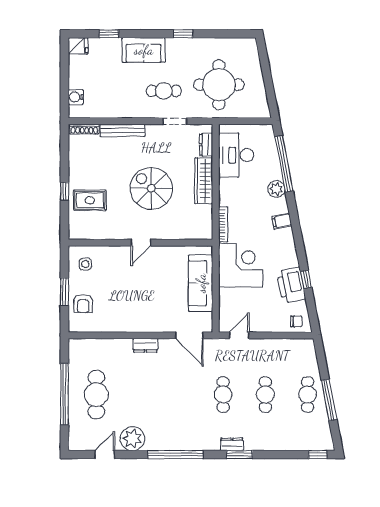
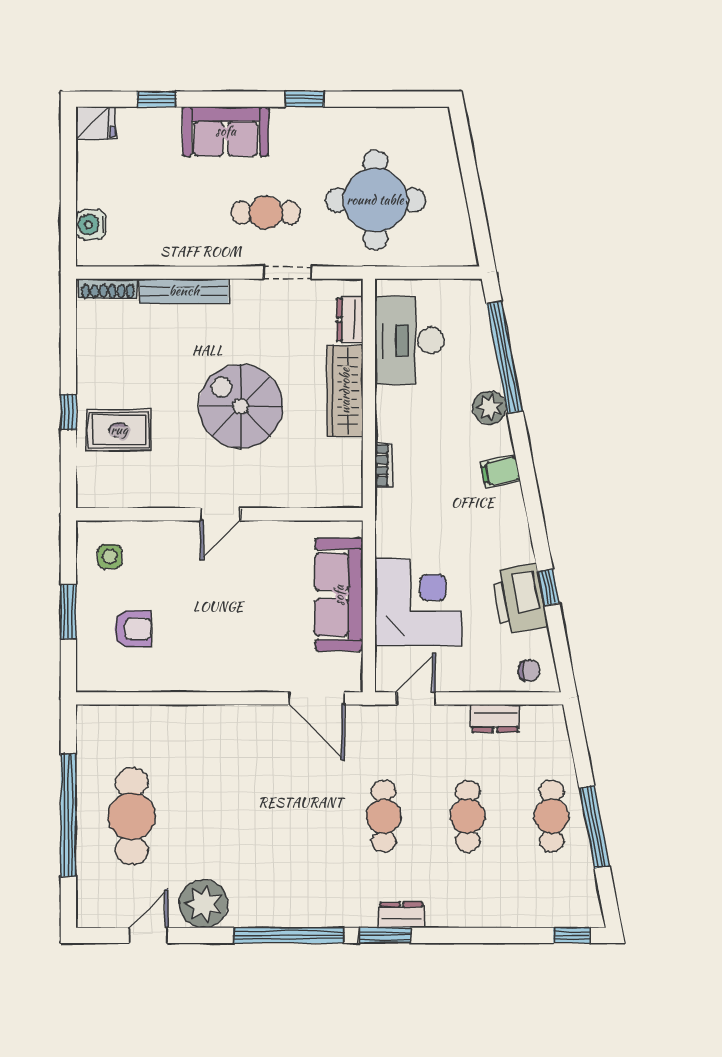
bookcase: (223, 224) -> (384, 465), width x0.64
corner desk: (240, 265) -> (418, 602), moved
armchair: (83, 304) -> (133, 629), moved, turned -90
dresser: (145, 345) -> (495, 718), moved
window: (240, 455) -> (385, 935), moved

